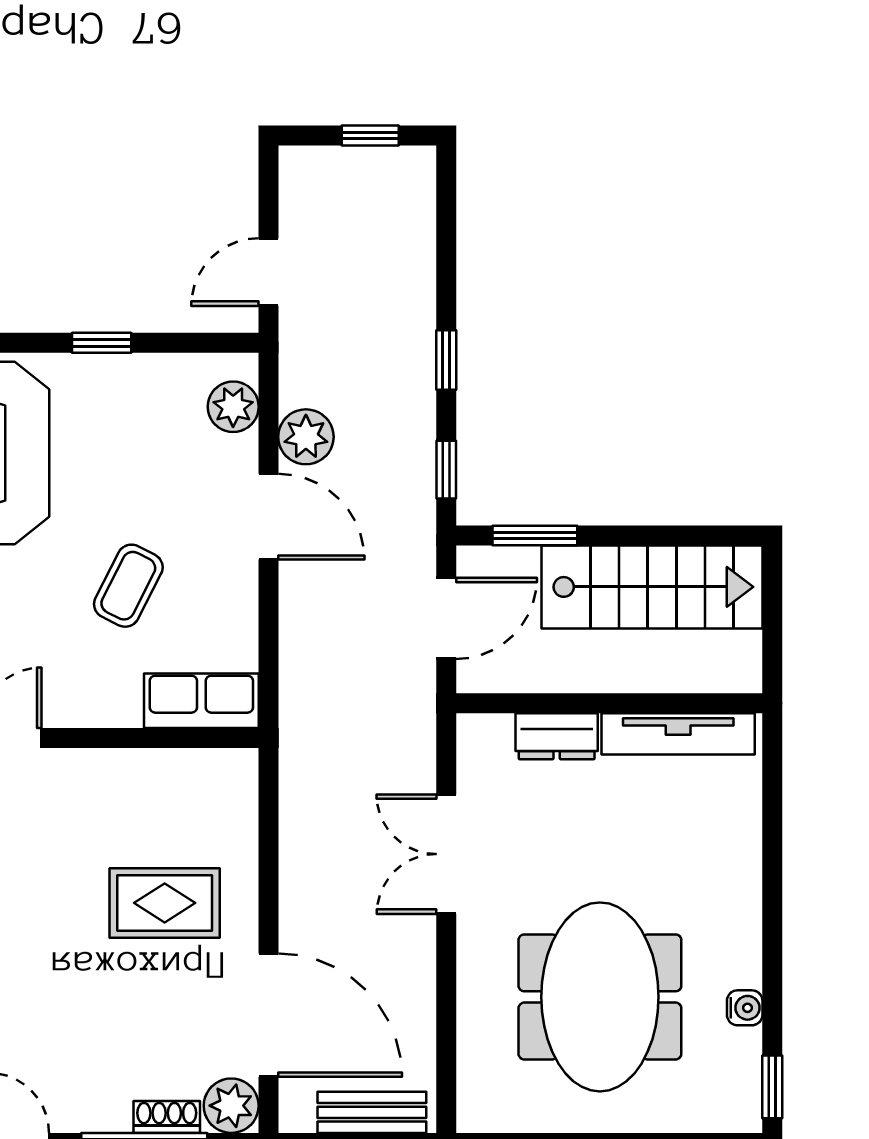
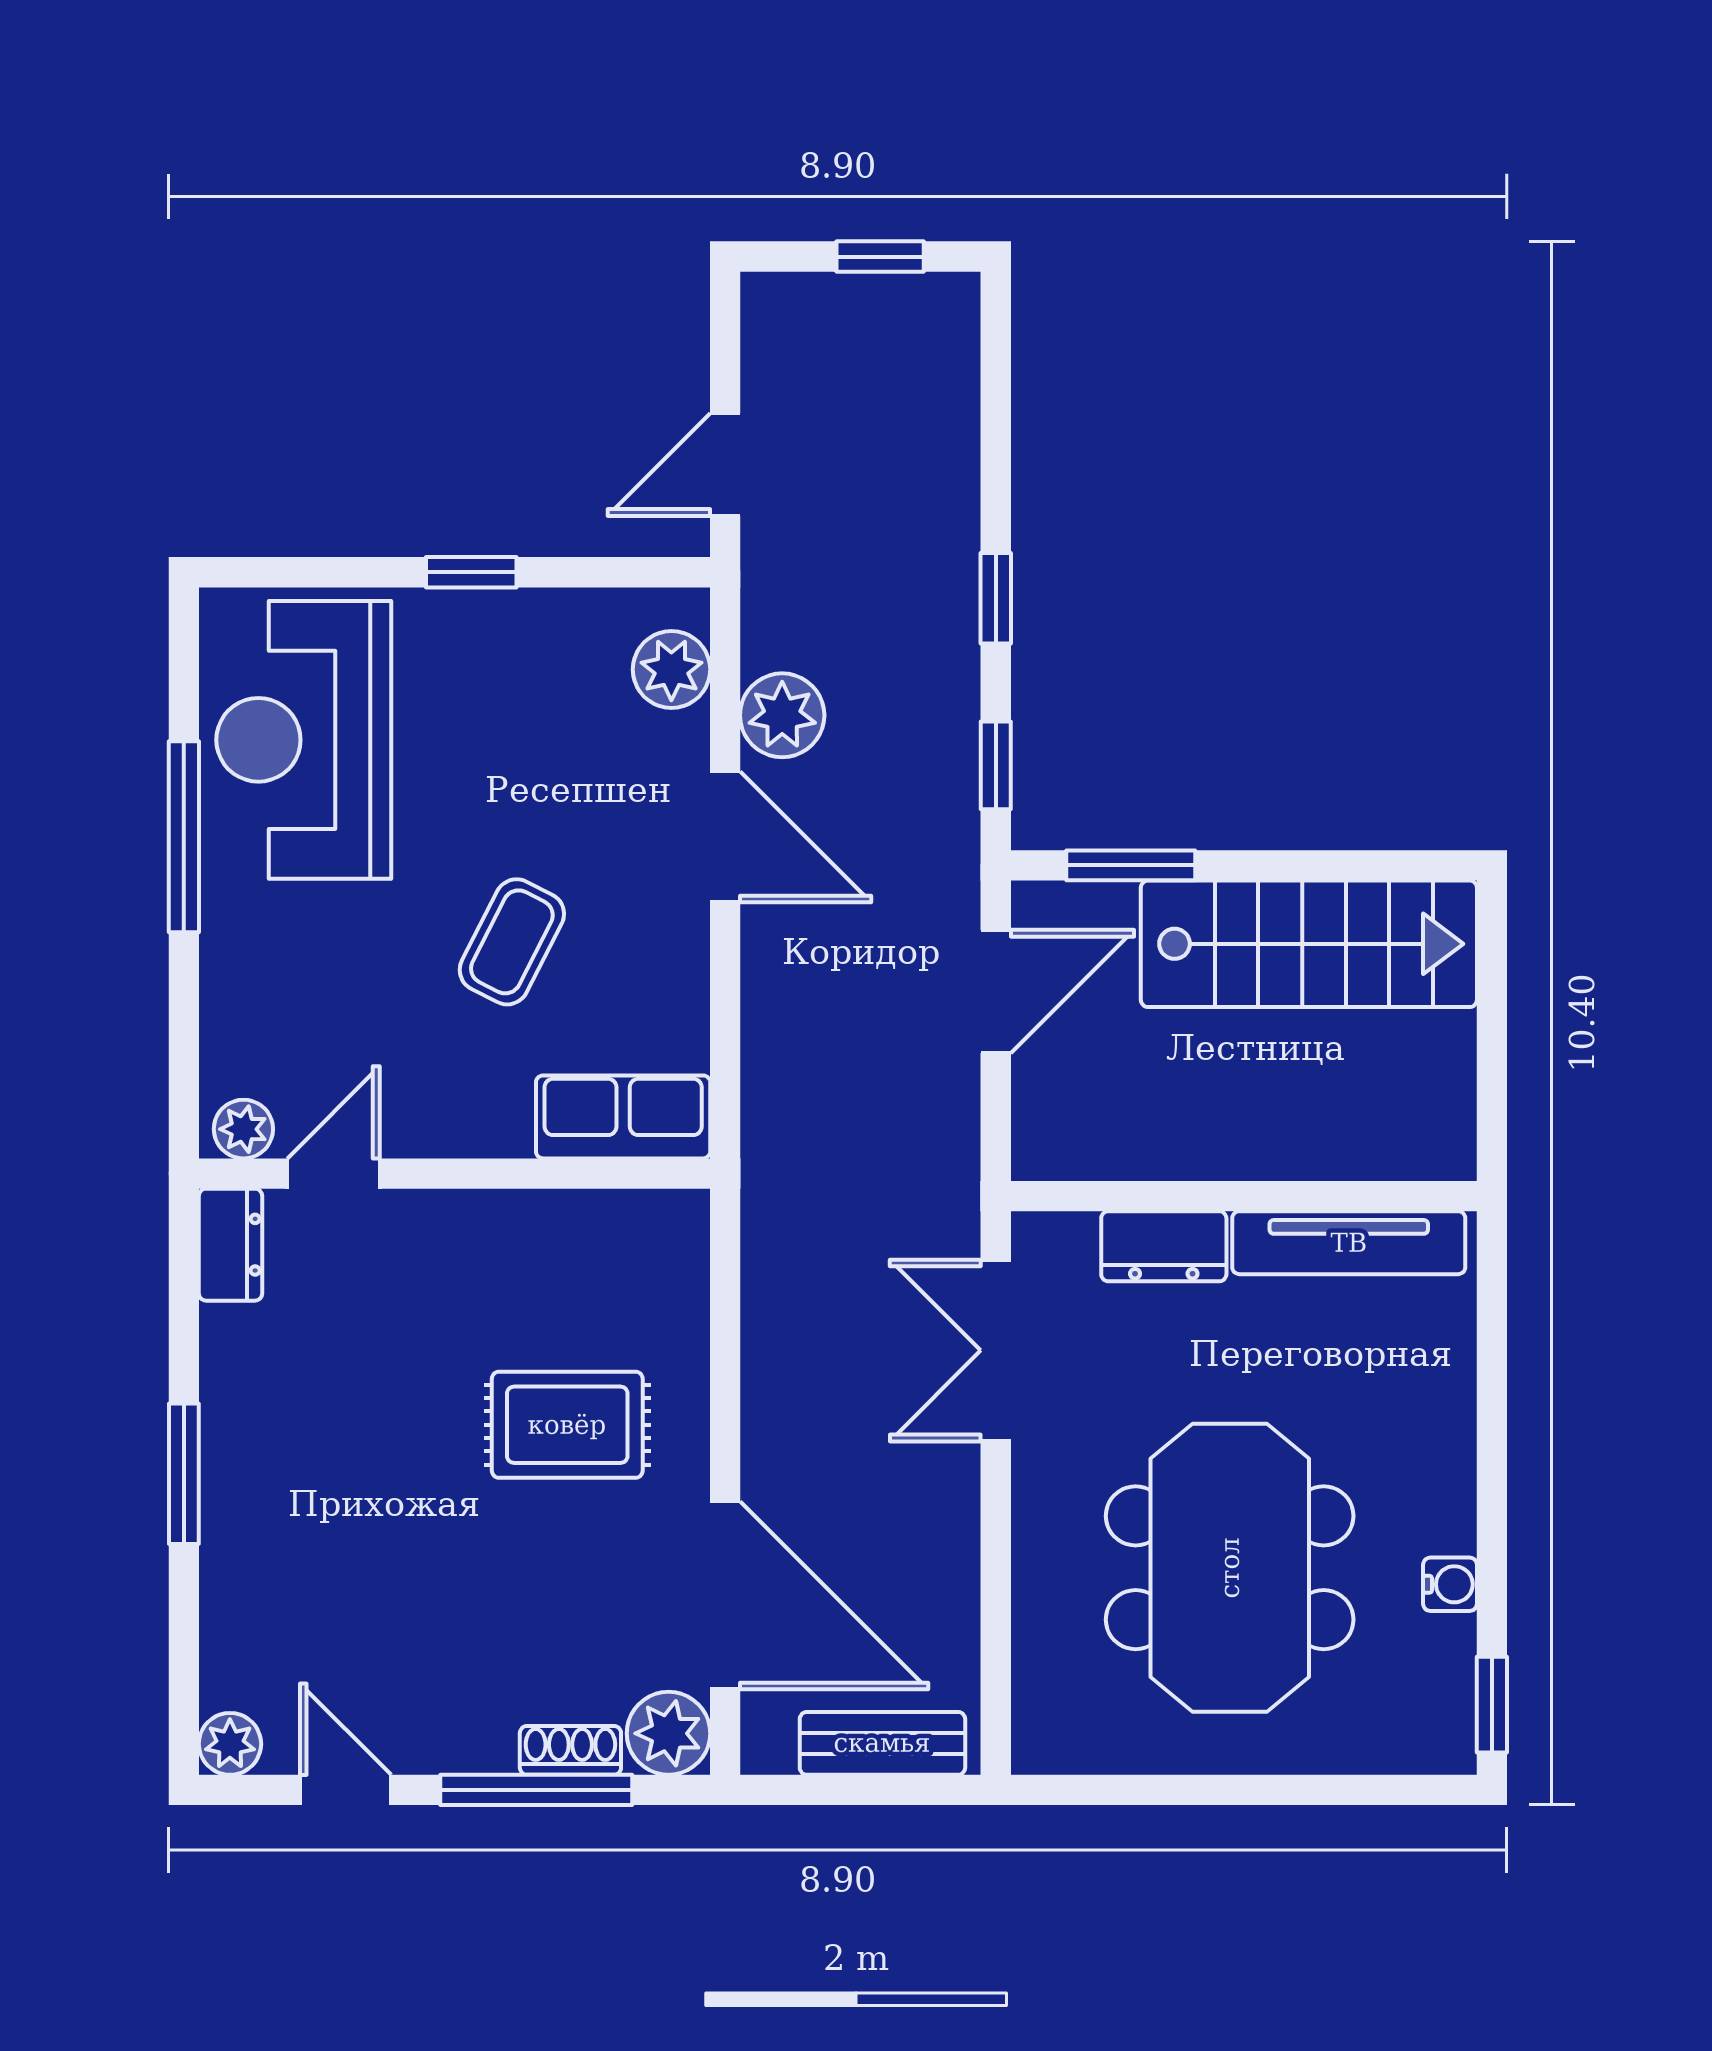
wall: (609, 703) -> (1244, 1196), moved
tv unit: (678, 734) -> (1349, 1243), moved
dresser: (557, 736) -> (1164, 1246), moved

